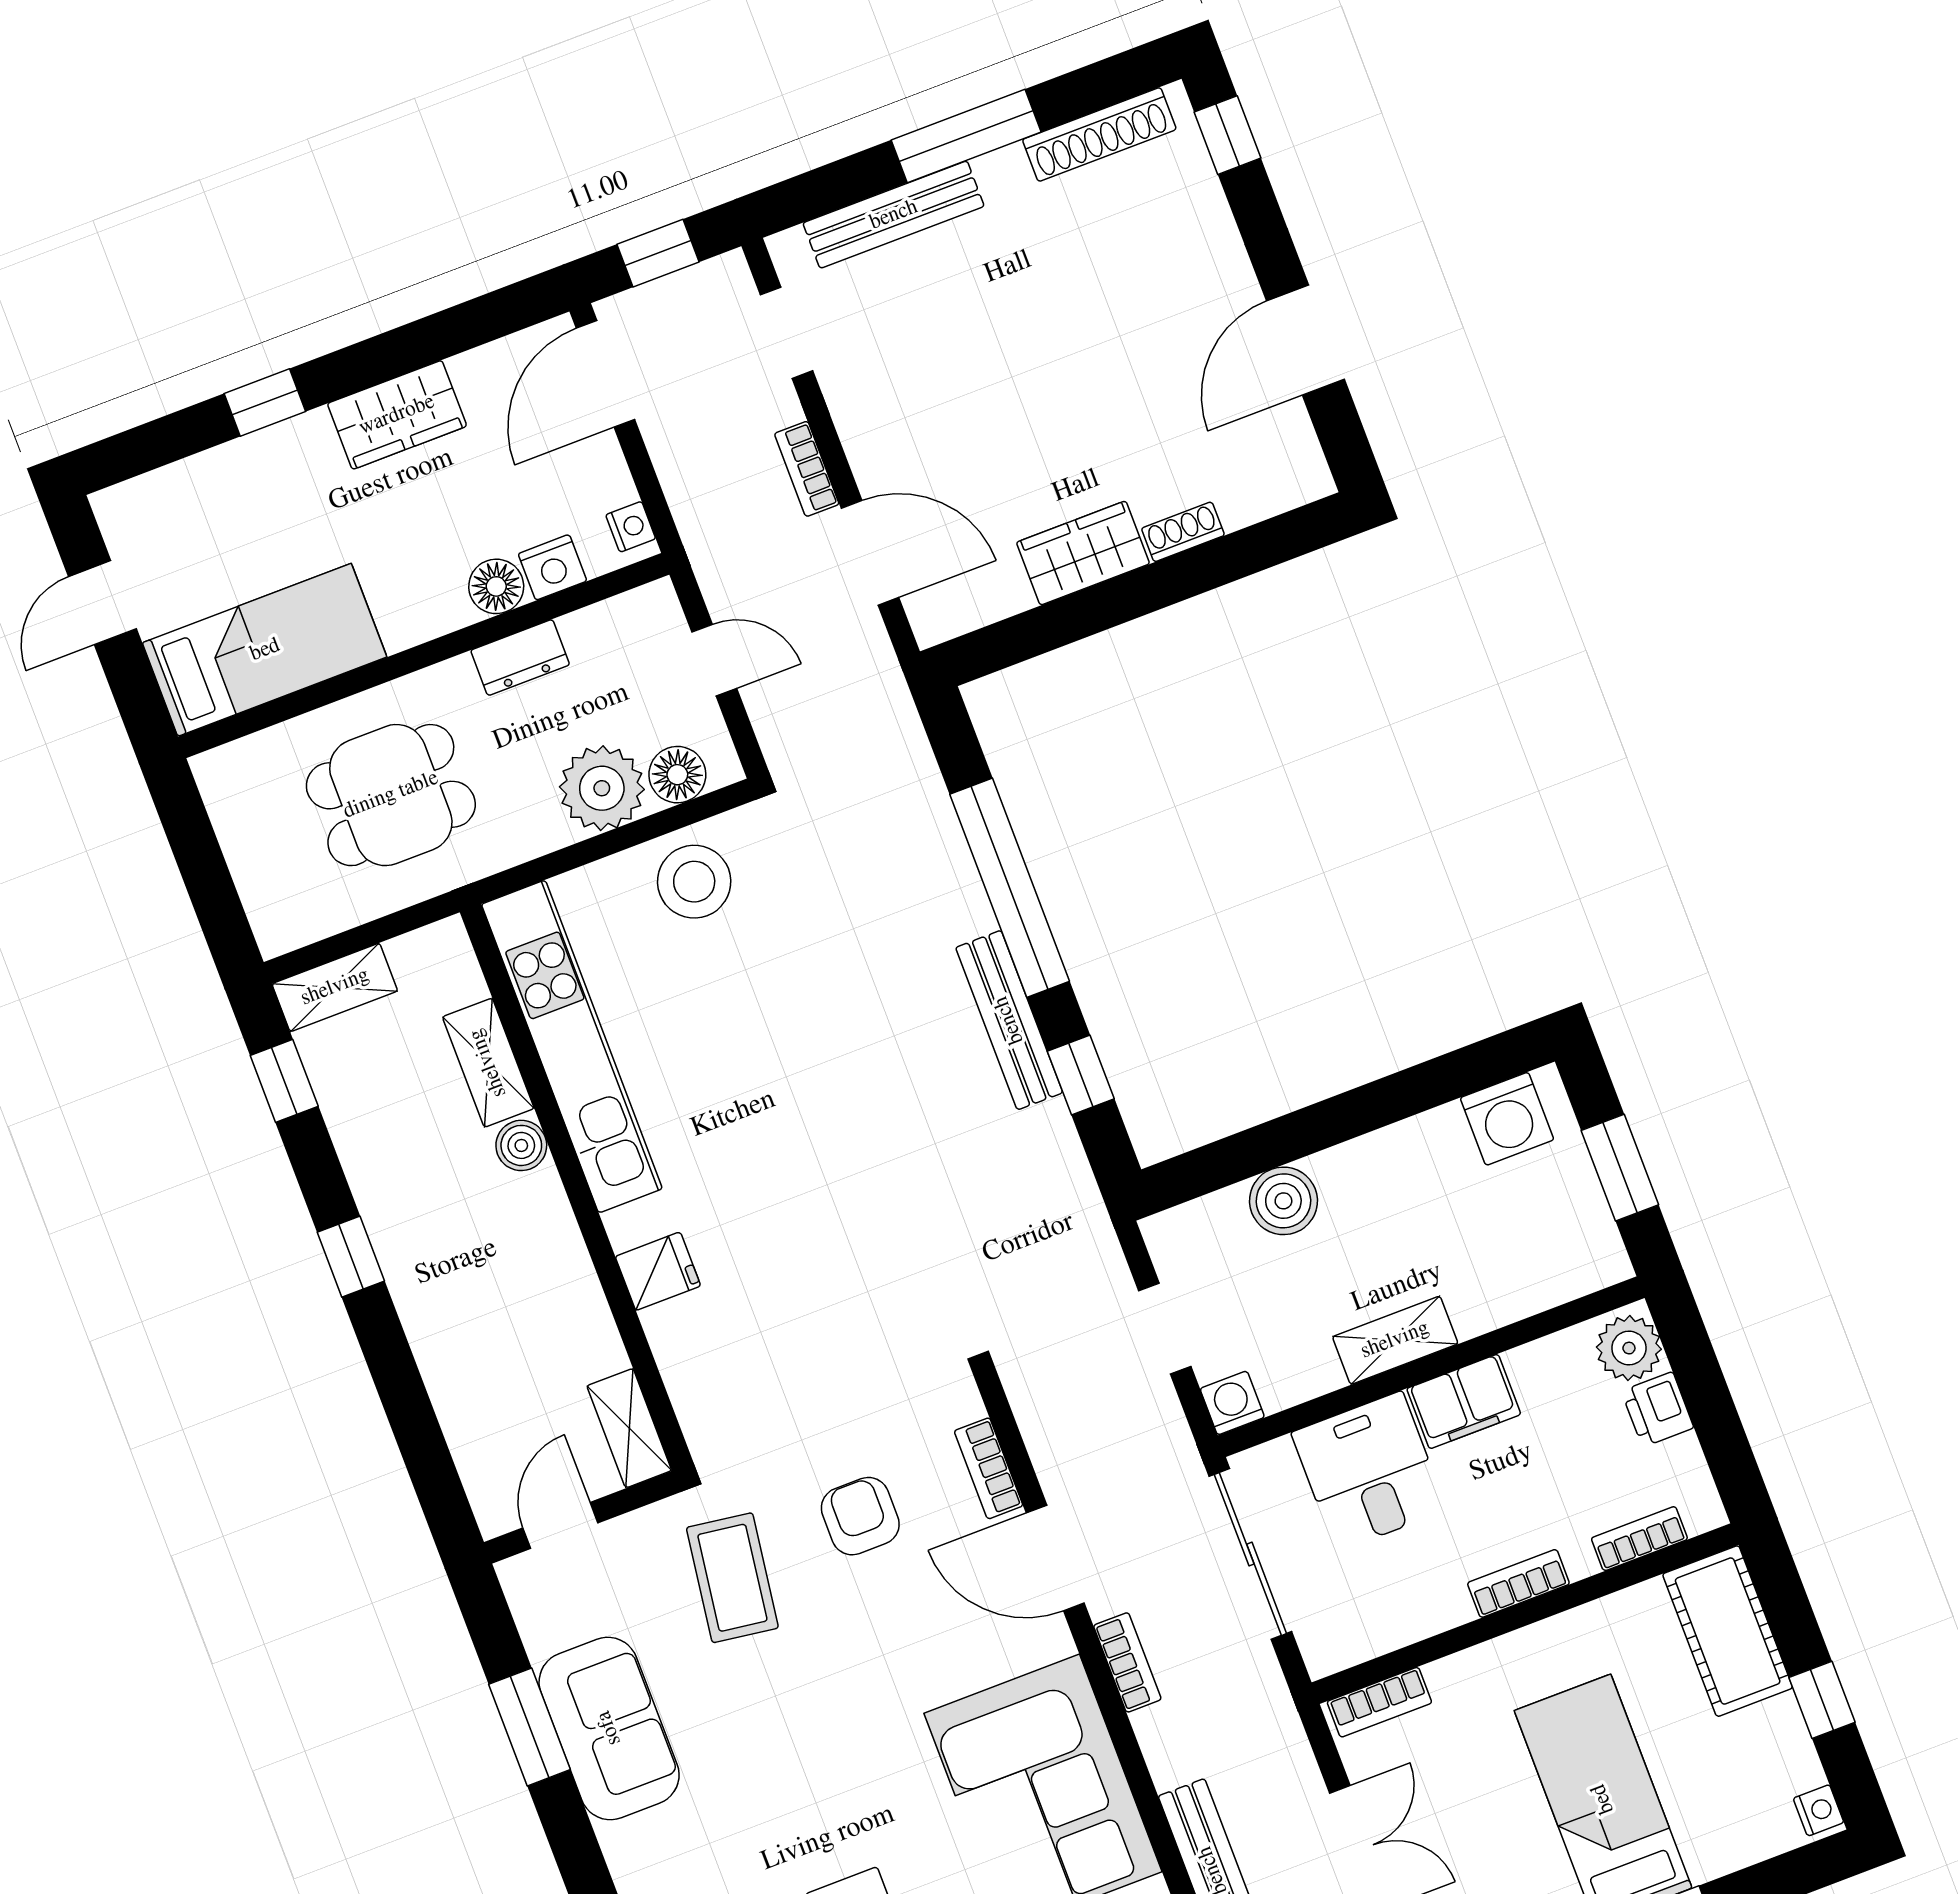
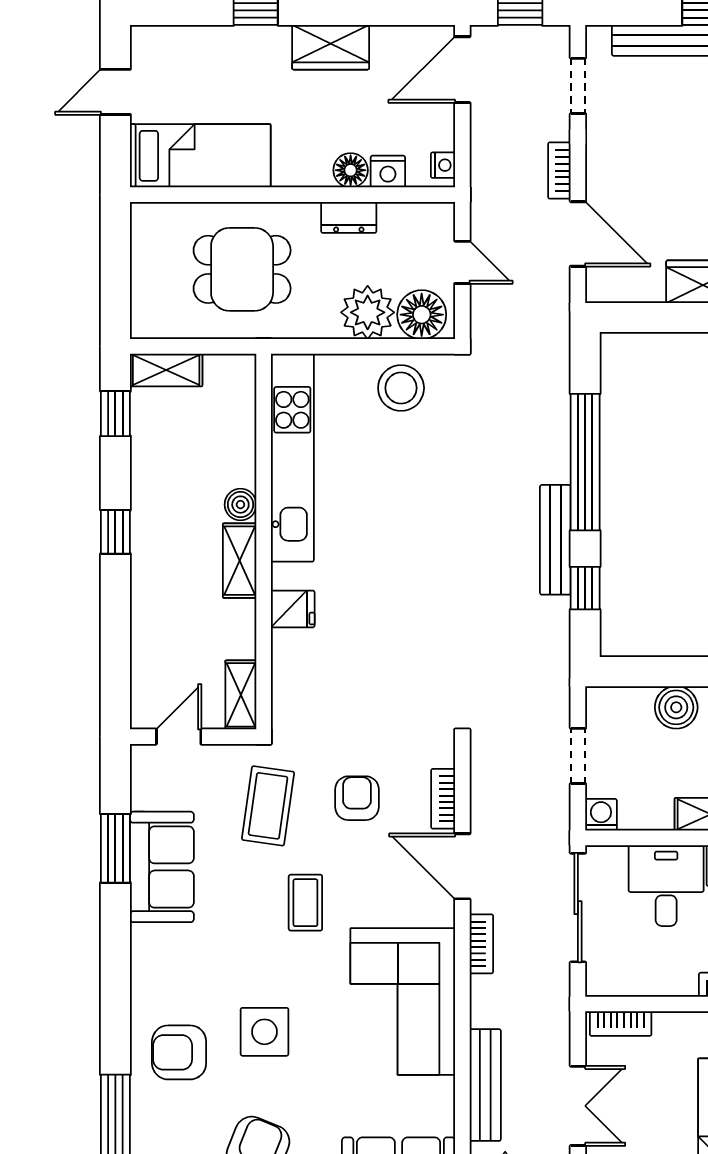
floor lamp: (677, 775) -> (422, 315), width x1.38, depth x1.38
shelving: (488, 1063) -> (240, 561), moved
coffee table: (843, 1700) -> (305, 903), added

